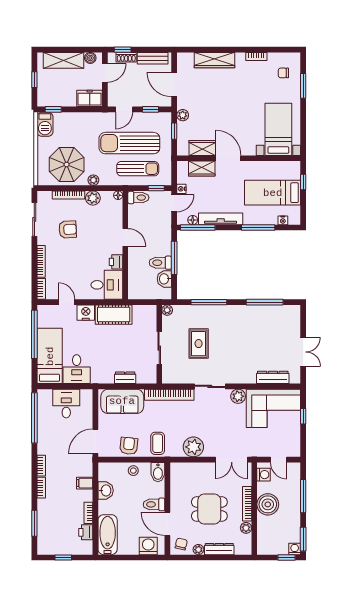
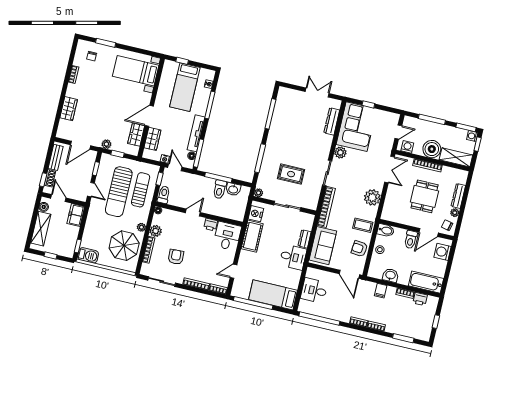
wardrobe: (214, 60) -> (69, 109), width x0.67
nightstand: (86, 313) -> (256, 214), moved
desk: (77, 369) -> (293, 257), moved
plant: (246, 528) -> (446, 171), removed
shelving: (265, 535) -> (456, 157), added

